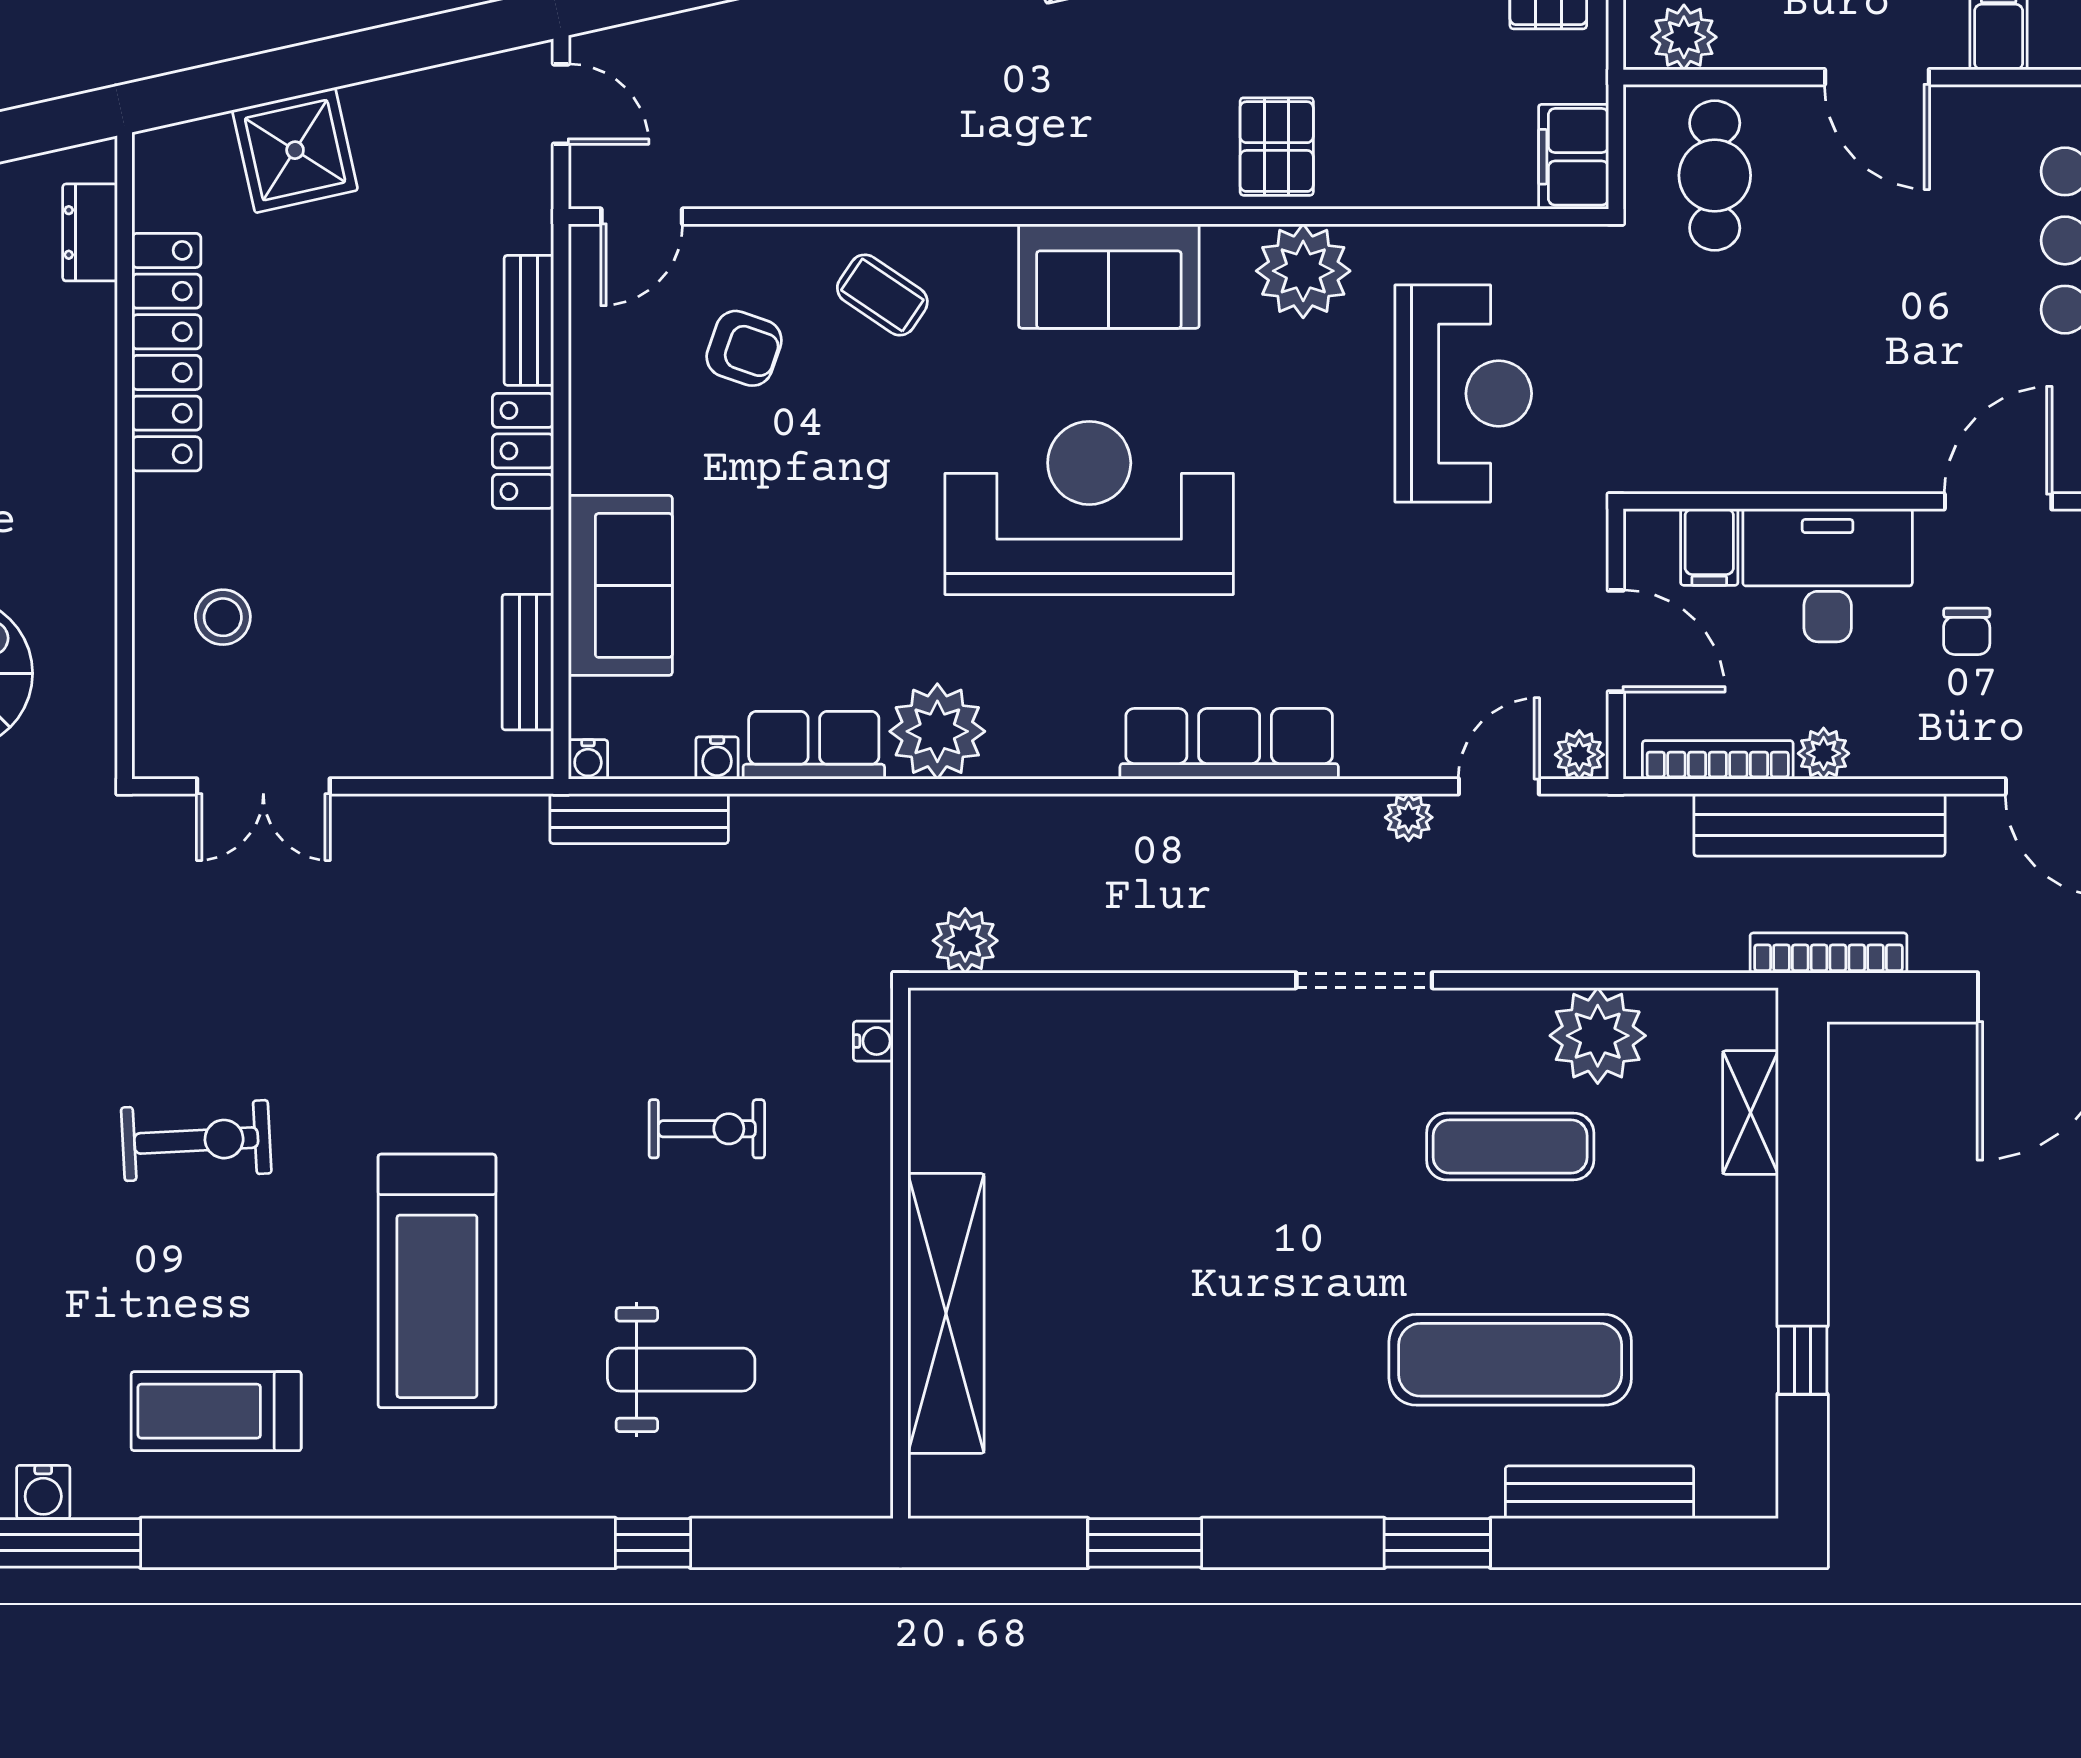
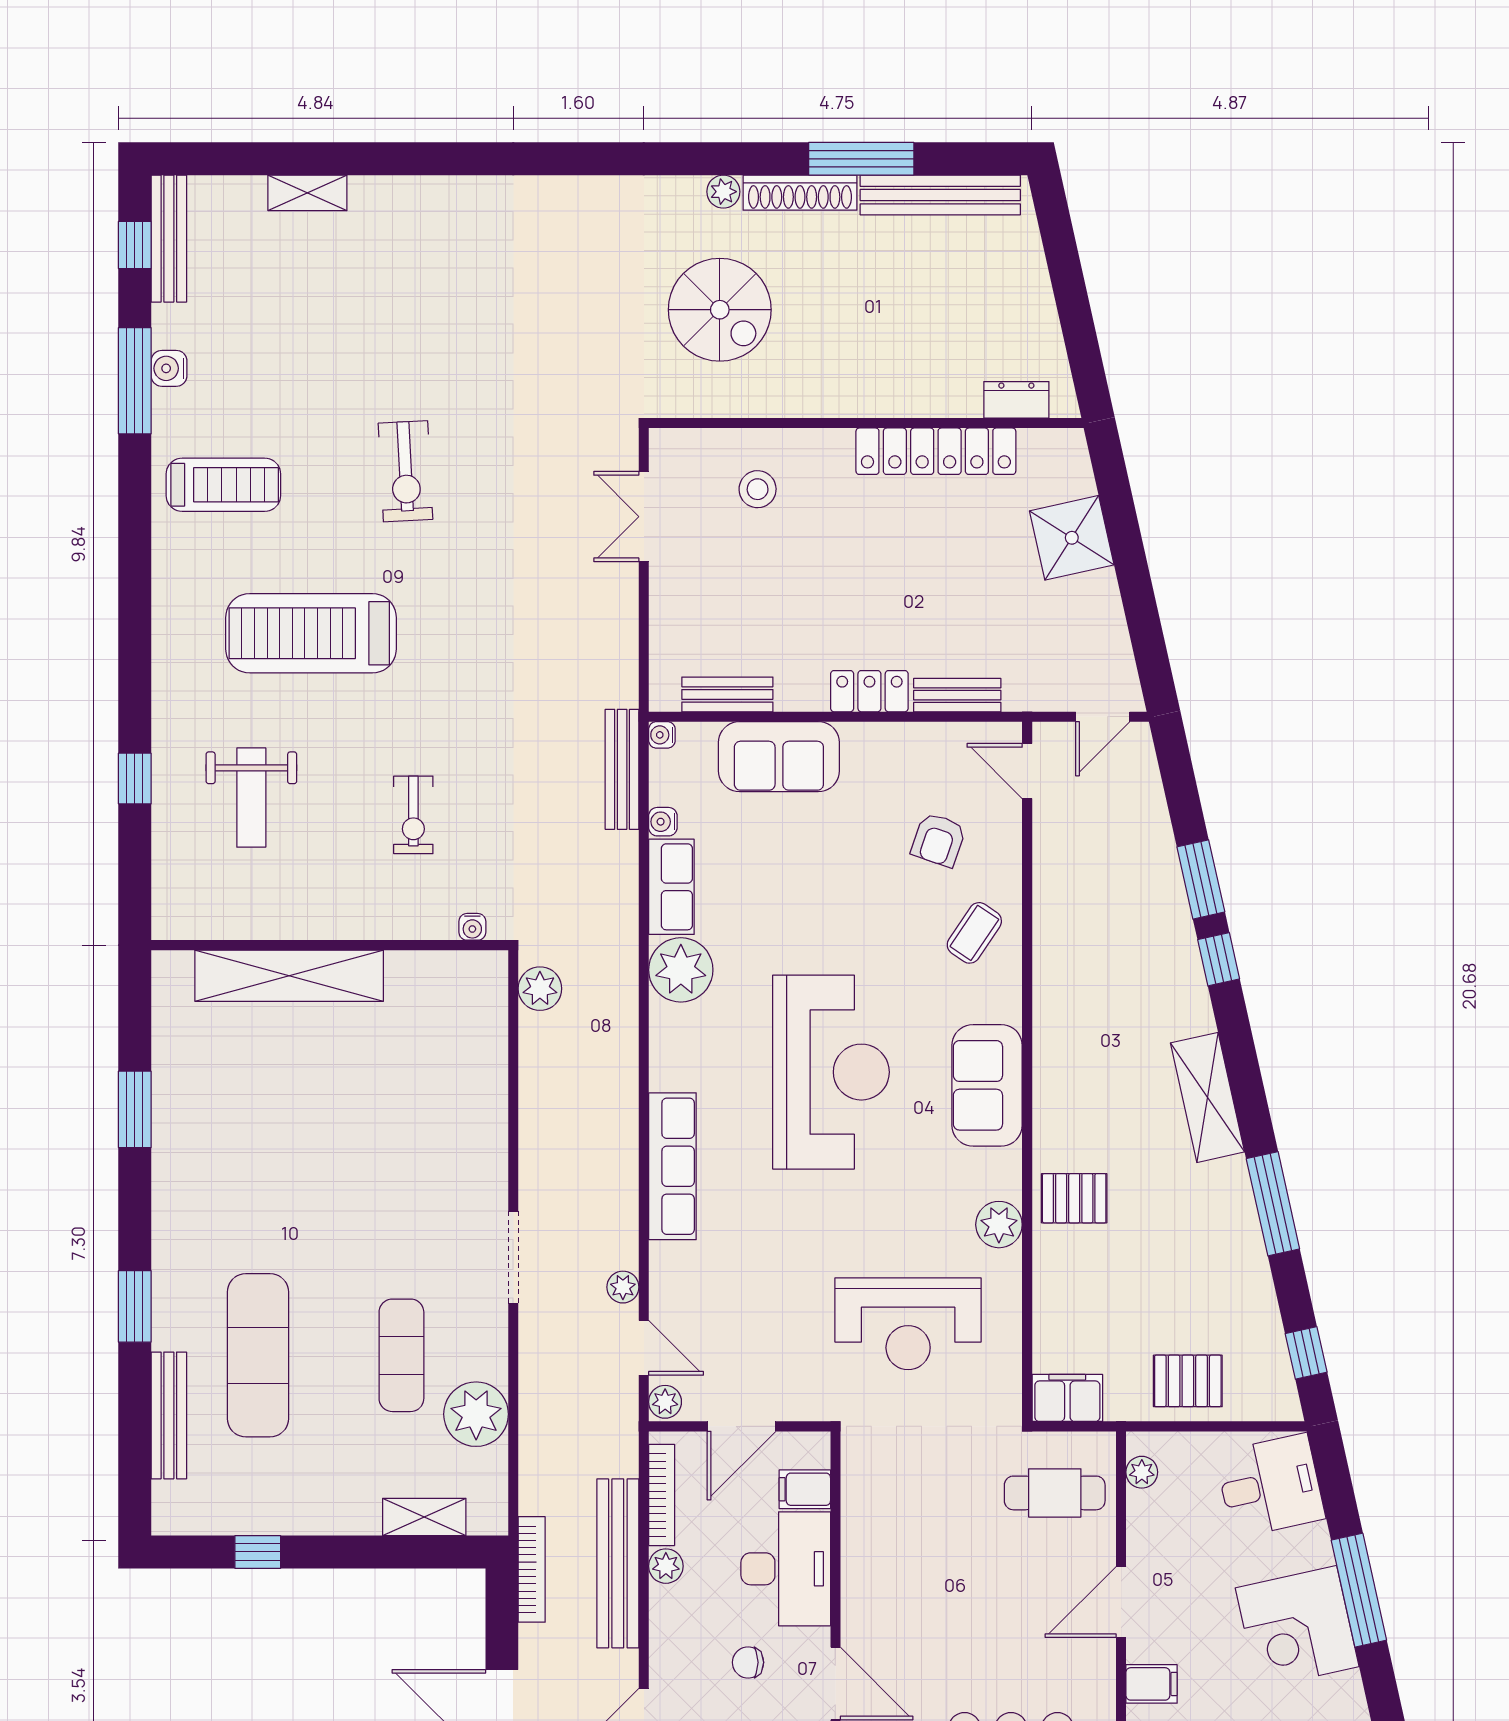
plant: (1684, 37) -> (1142, 1472), width x0.73, depth x0.73
plant: (1303, 271) -> (999, 1225), width x0.73, depth x0.73
treadmill: (216, 1411) -> (223, 485), turned 90

